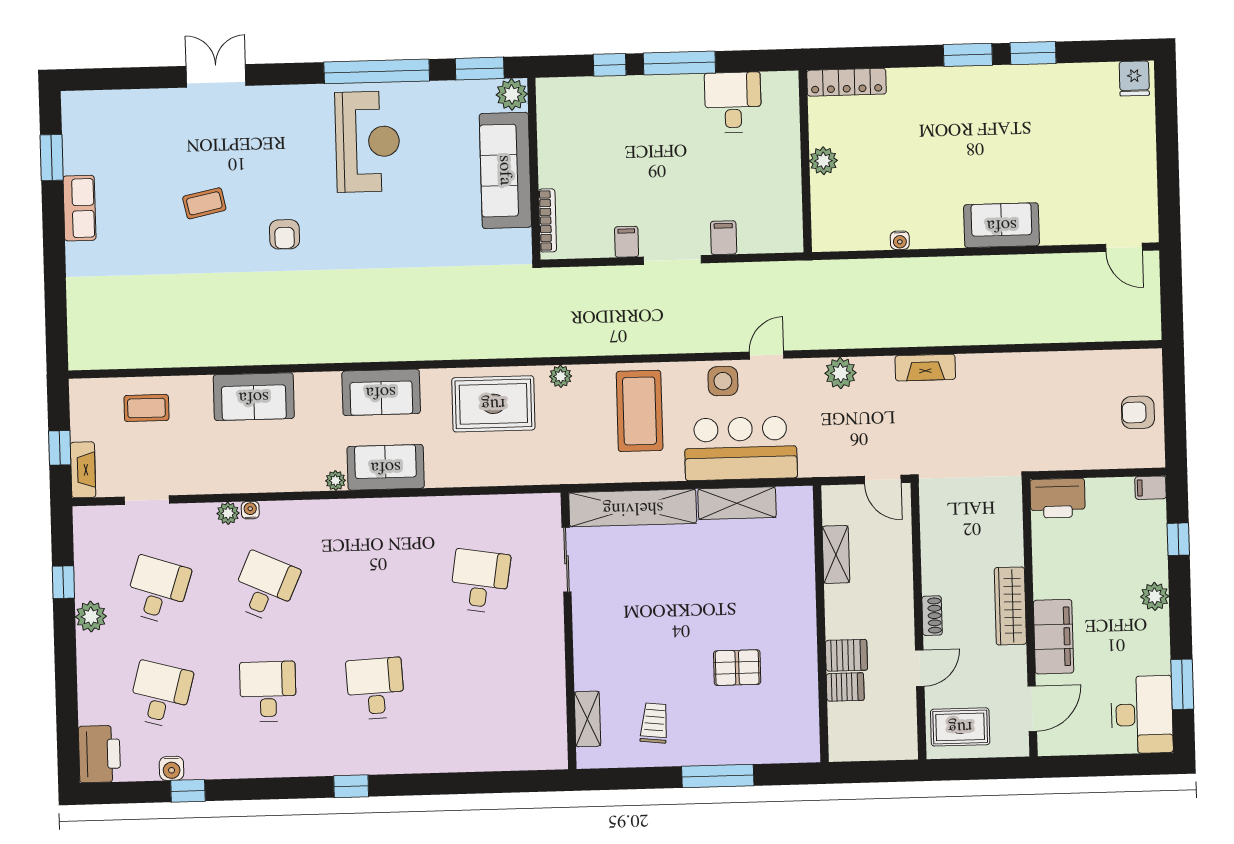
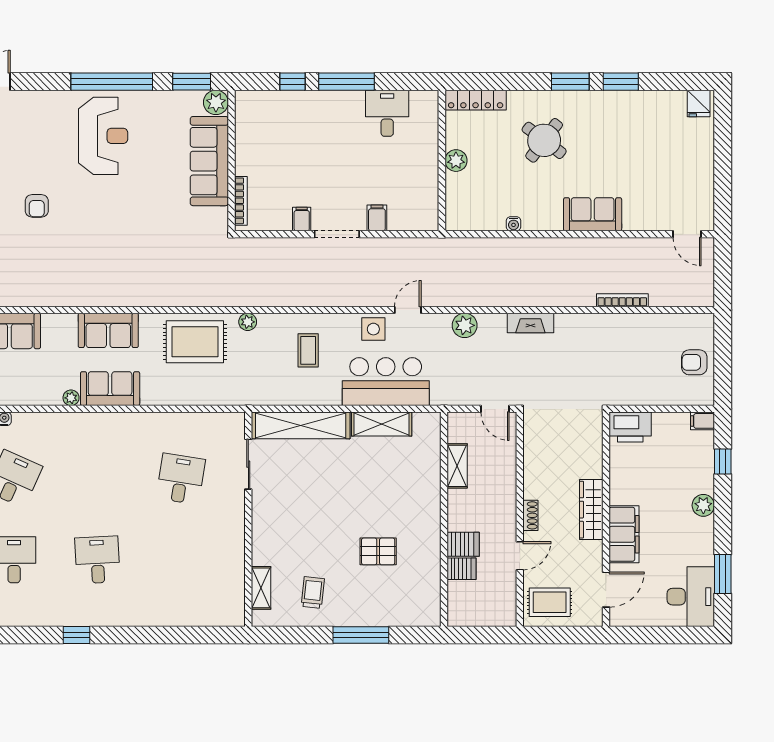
round table: (936, 132) -> (544, 140), added
bookcase: (1043, 335) -> (622, 300), added
coffee table: (640, 411) -> (308, 350), width x0.54, depth x0.58

